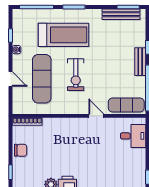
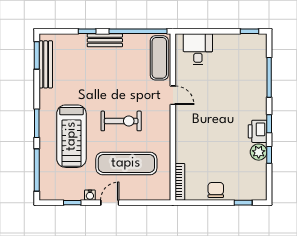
treadmill: (64, 35) -> (71, 136), turned 180
door: (11, 79) -> (110, 203), moved
door: (96, 116) -> (173, 95), swing flipped

